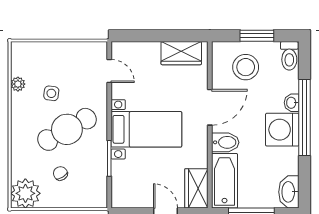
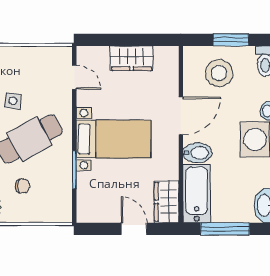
wardrobe: (181, 53) -> (132, 58), moved
chair: (60, 173) -> (23, 186), turned 121

